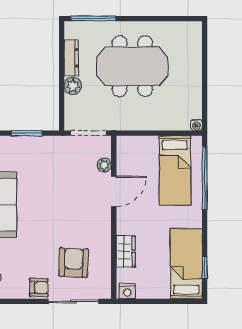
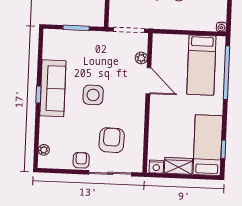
door: (114, 191) -> (148, 81), hinge flipped
side table: (50, 211) -> (93, 95), added
wardrobe: (126, 251) -> (178, 166), moved, turned -90
armchair: (39, 288) -> (81, 160), turned -90

